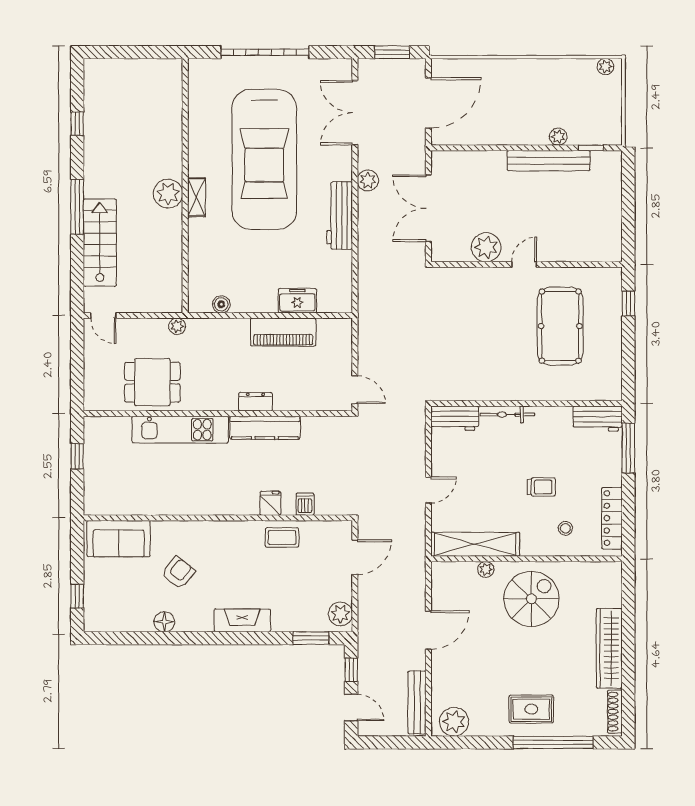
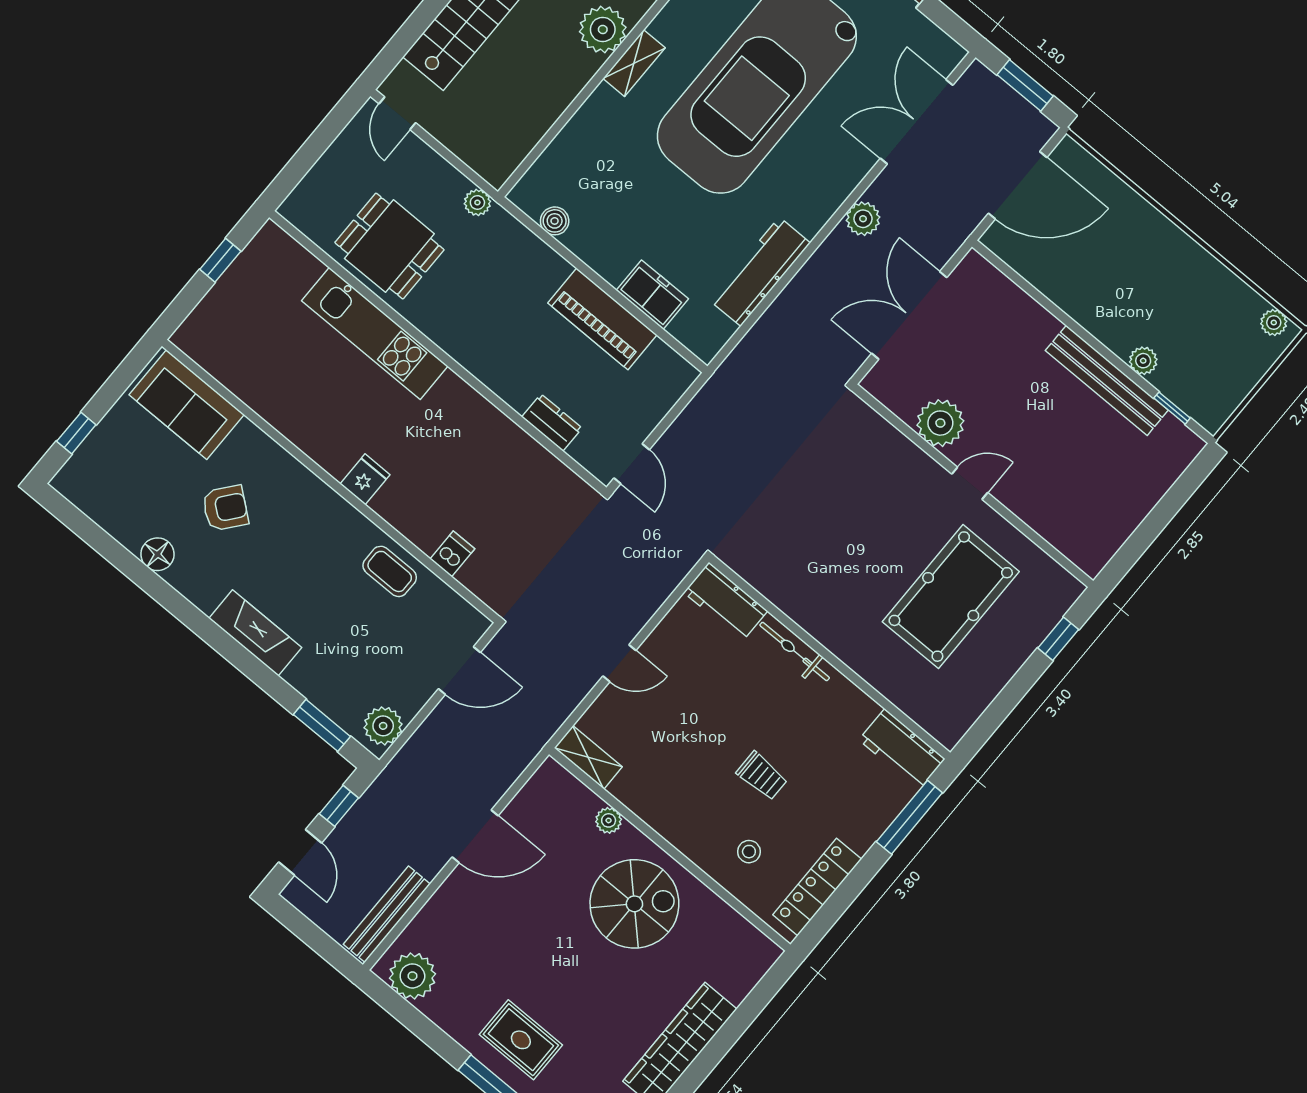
workbench: (340, 216) -> (760, 272), moved
dresser: (255, 402) -> (552, 423), moved
kitchen counter: (265, 428) -> (481, 418), removed
fridge: (270, 503) -> (365, 479), moved
shelving: (475, 544) -> (588, 757), width x0.45, depth x0.75

